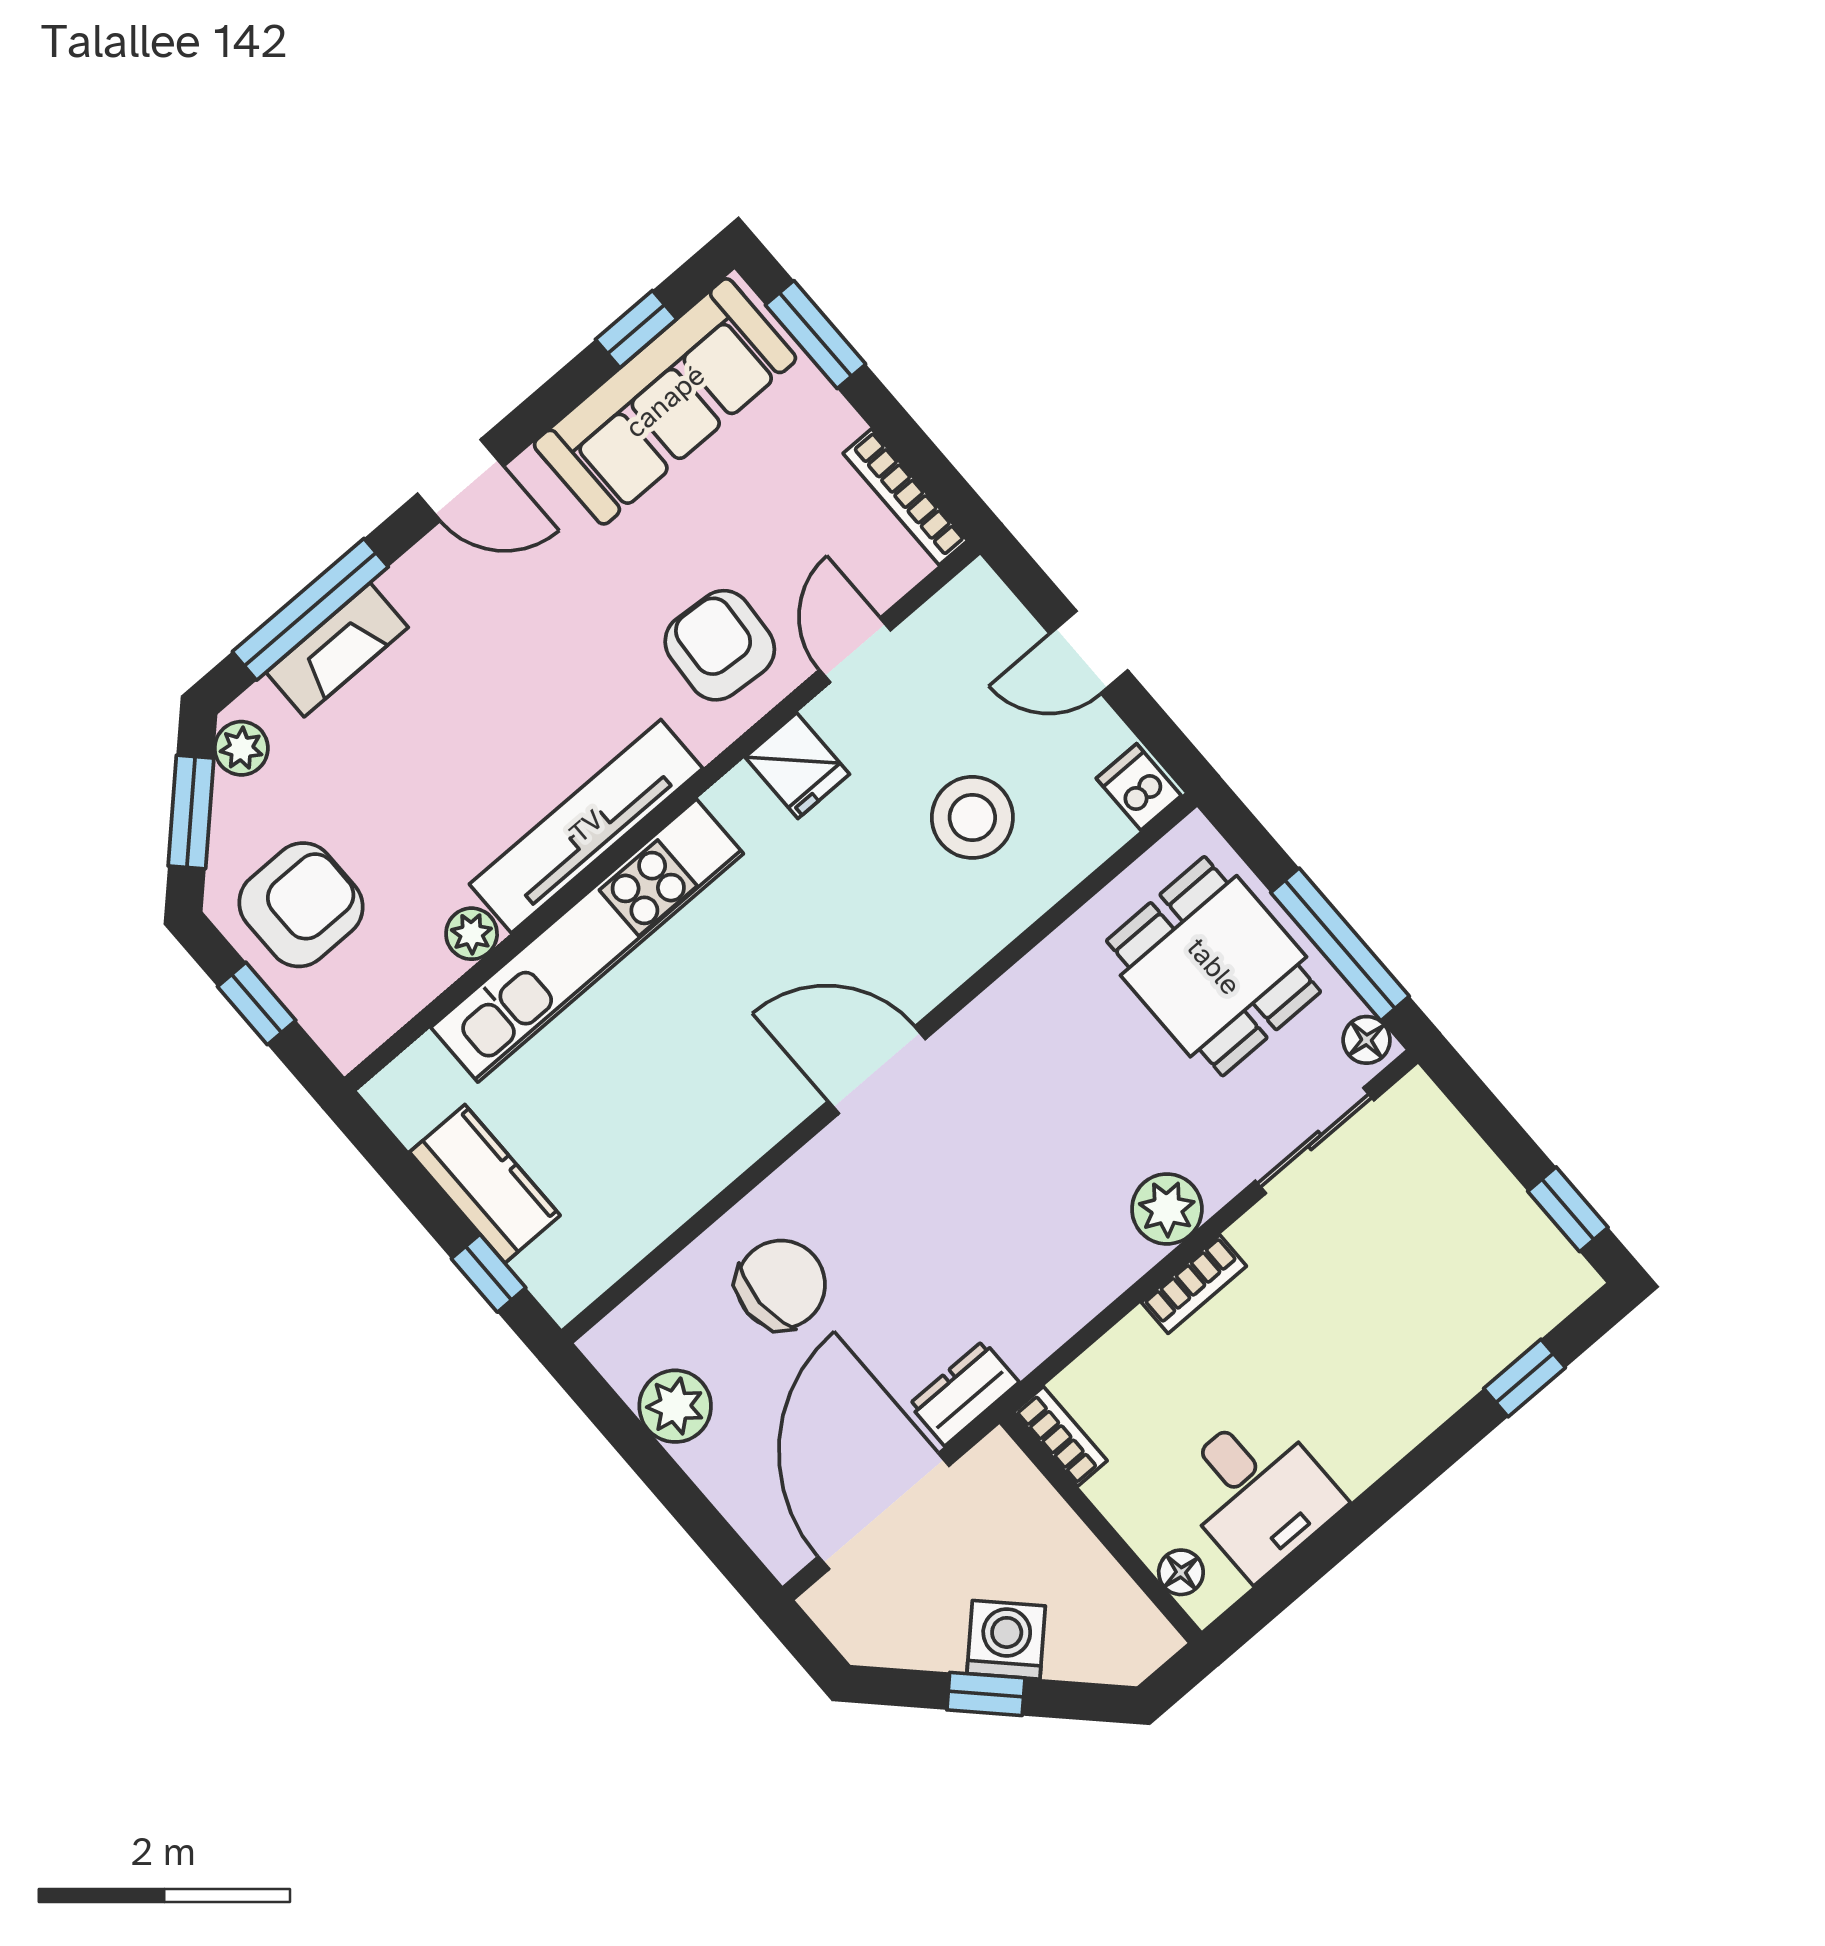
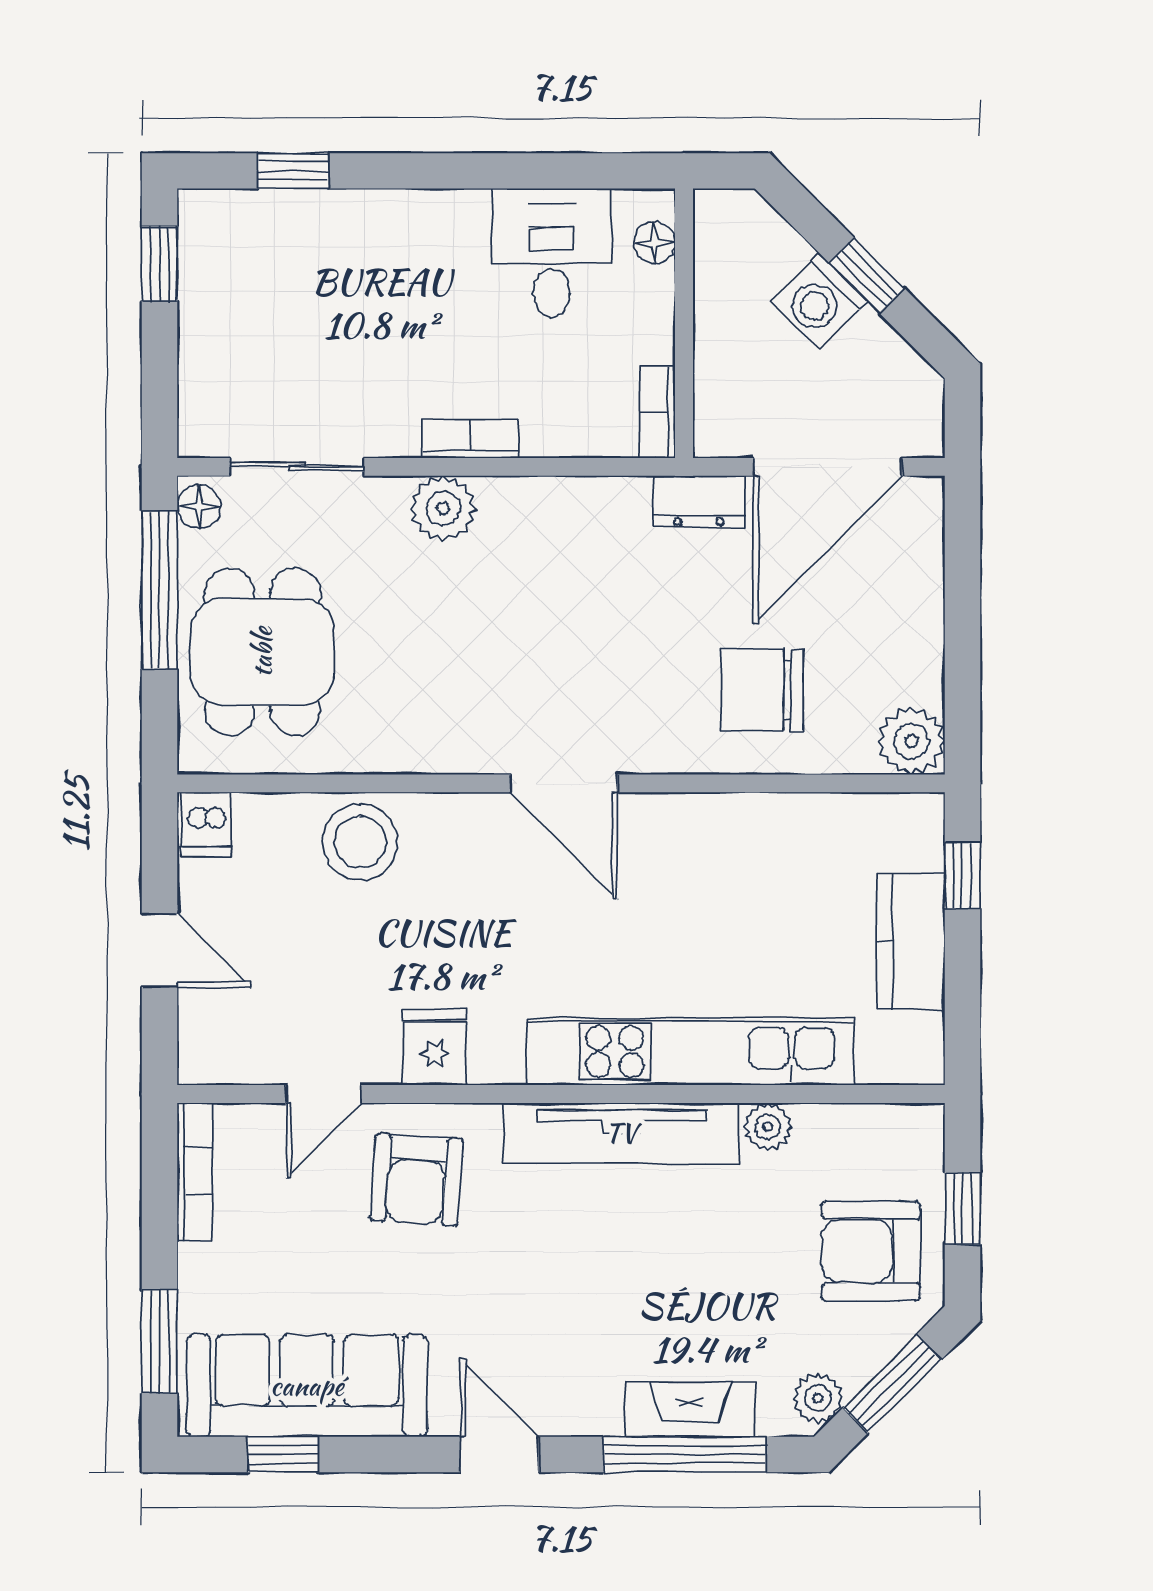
stool: (972, 817) -> (360, 842), moved
plant: (675, 1406) -> (911, 741), moved

